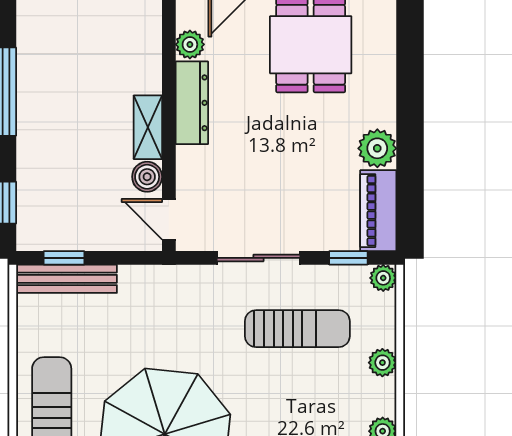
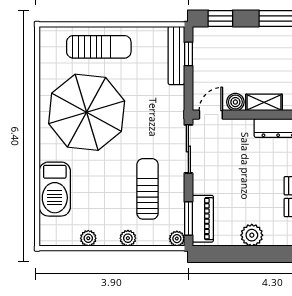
piano: (378, 211) -> (203, 219), moved, turned 90
sliding door: (259, 258) -> (188, 149), moved
window: (348, 258) -> (188, 218), width x1.50
sun lounger: (297, 329) -> (148, 189), turned 180

